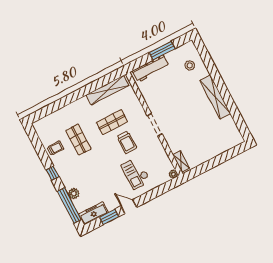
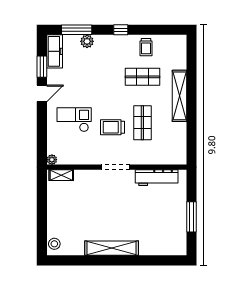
stool: (190, 65) -> (54, 244), moved
workbench: (151, 68) -> (157, 178), moved, turned -90
shelving: (107, 90) -> (180, 96), moved
window: (69, 205) -> (77, 30), width x0.68

